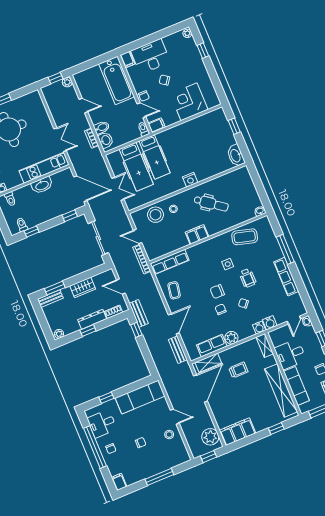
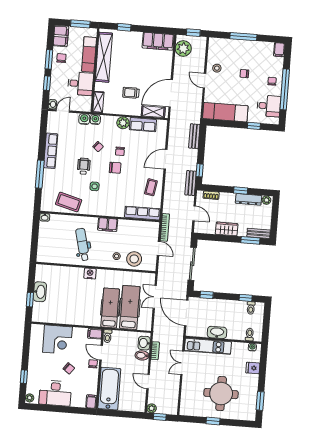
desk: (151, 56) -> (55, 393), moved
washbasin: (236, 156) -> (40, 292), moved
dental chair: (211, 204) -> (83, 244), turned 39
dresser: (92, 319) -> (249, 199), moved
bench: (178, 350) -> (194, 136), moved

